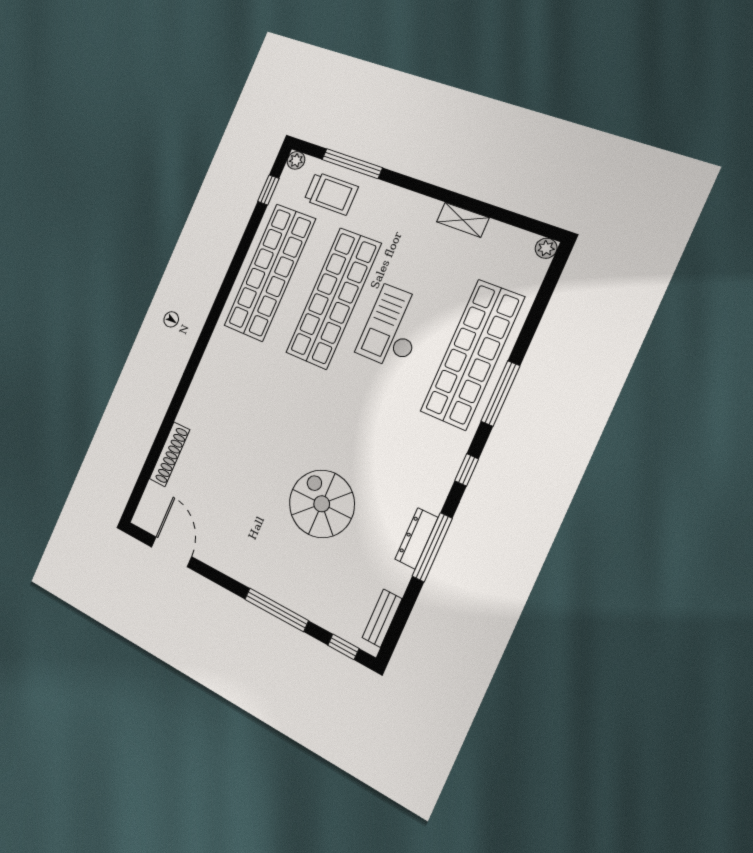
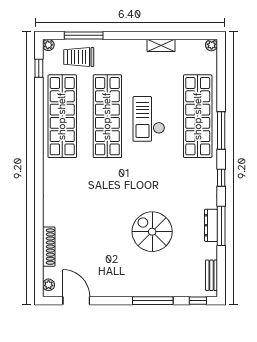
trolley: (331, 193) -> (79, 57), turned 180
plant: (145, 509) -> (49, 285), added

